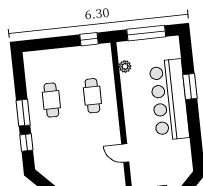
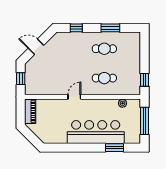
window: (190, 86) -> (115, 148), moved
window: (23, 113) -> (110, 28), moved
door: (125, 153) -> (74, 97), moved

